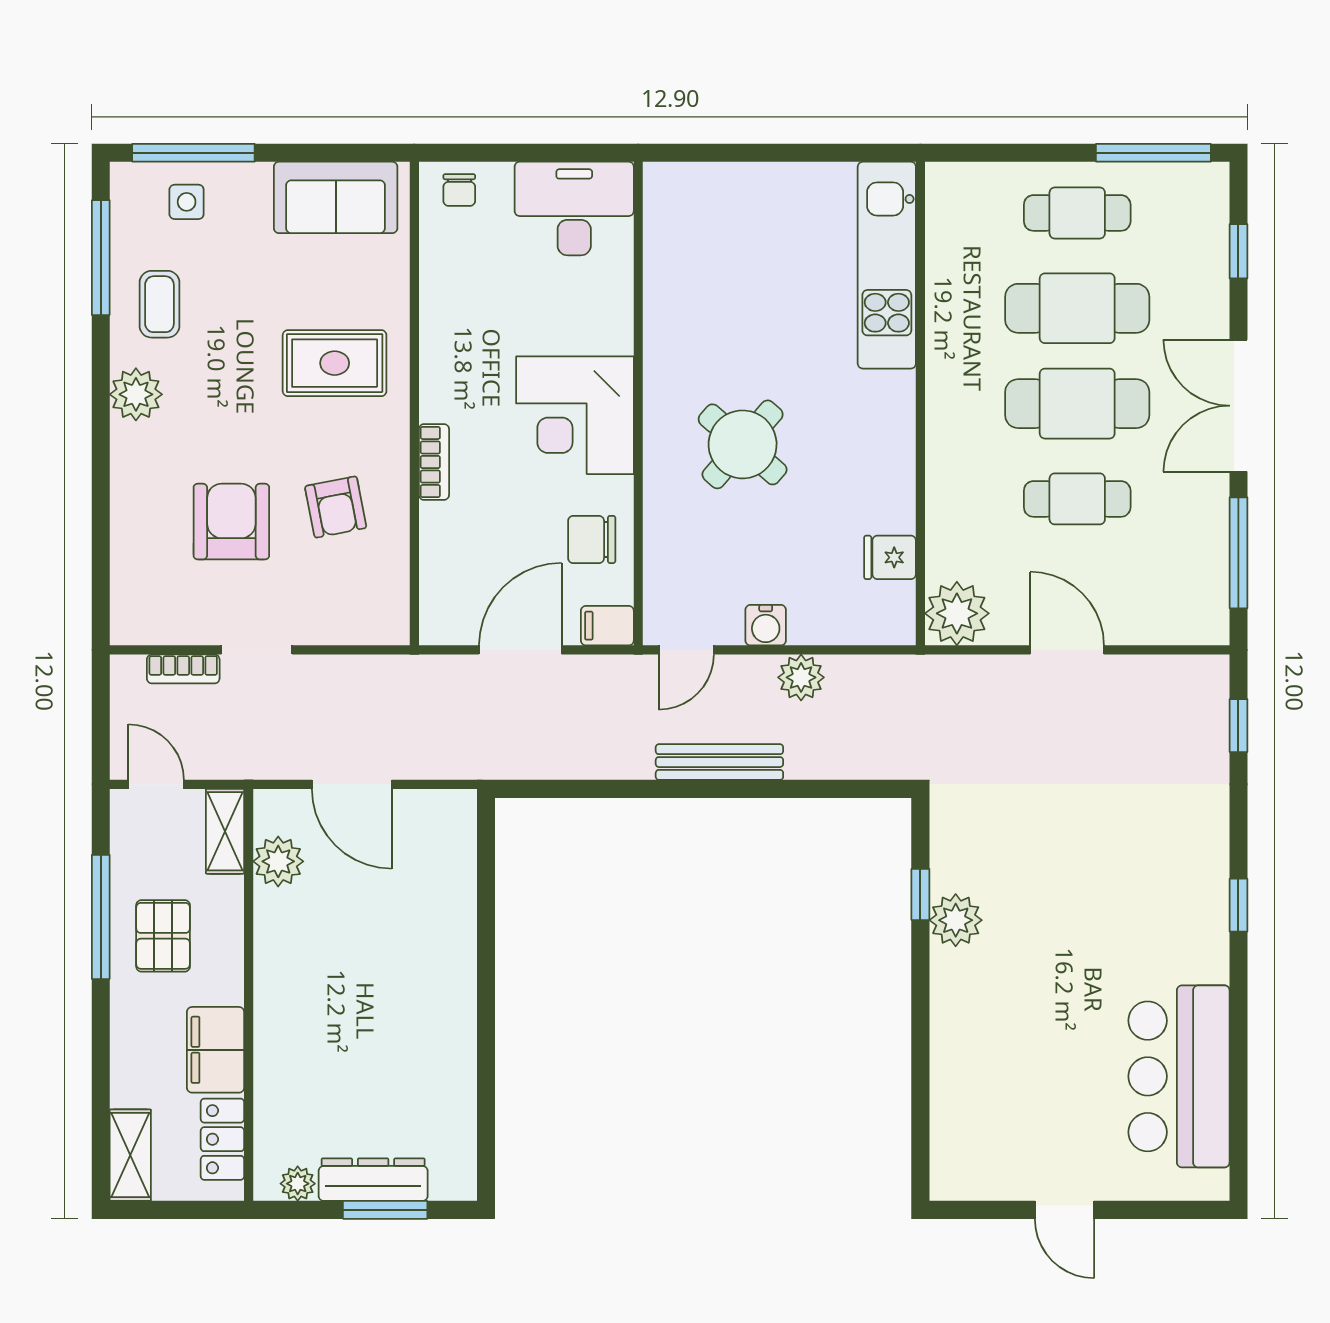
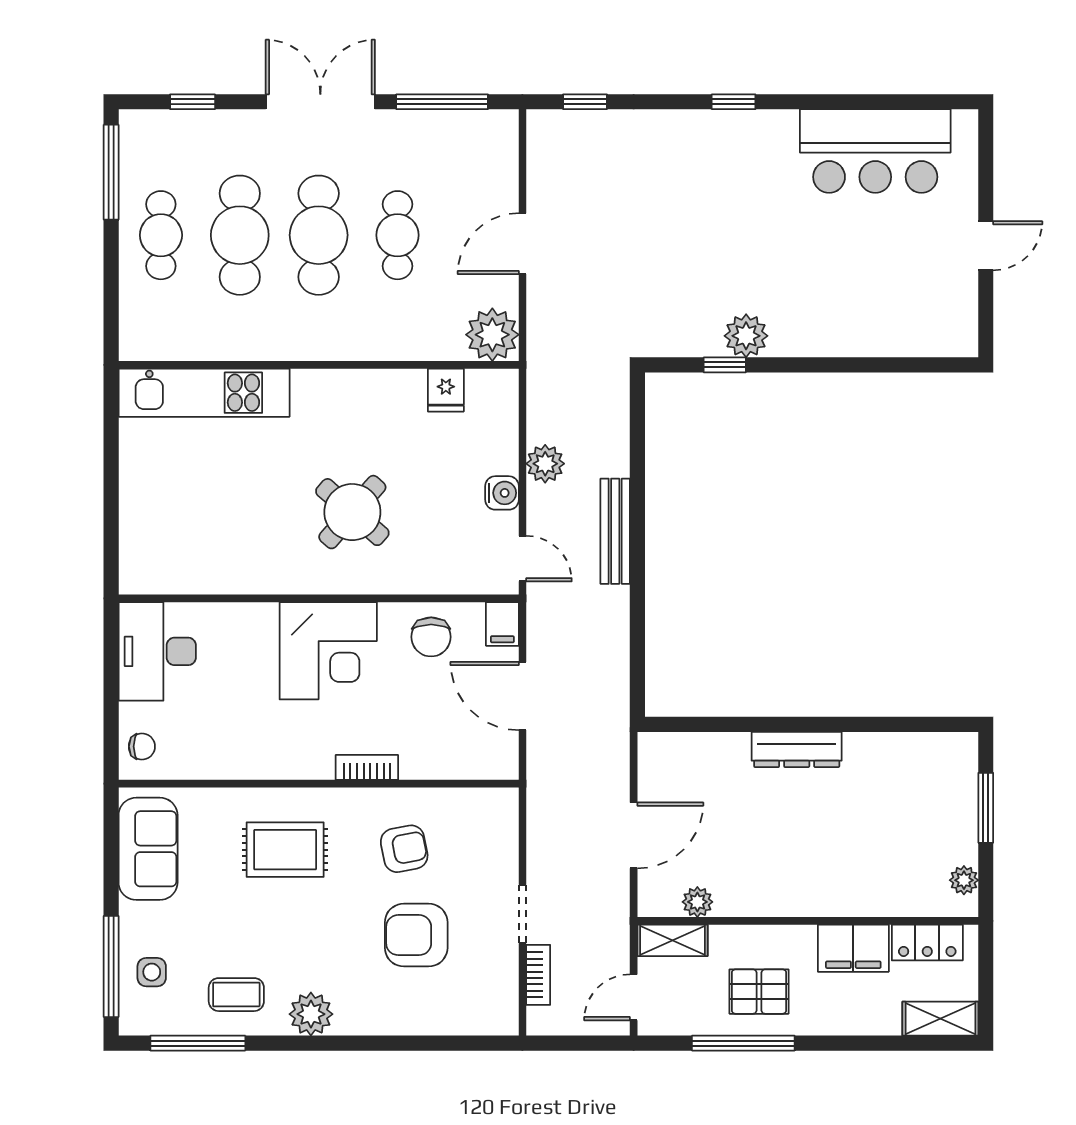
rug: (335, 363) -> (285, 850), turned 90
double door: (1238, 406) -> (320, 102), swing flipped
plant: (278, 861) -> (697, 902), width x0.73, depth x0.73
dresser: (373, 1180) -> (797, 749), moved, turned -90

